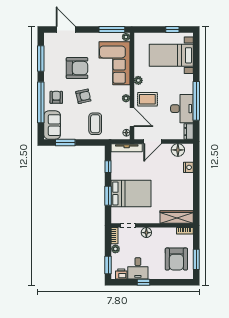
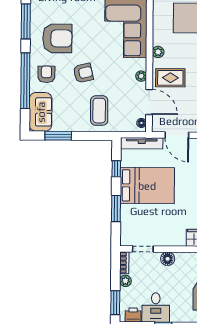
armchair: (77, 68) -> (57, 38), moved
door: (153, 141) -> (177, 135), hinge flipped
bed: (131, 193) -> (147, 186), moved

